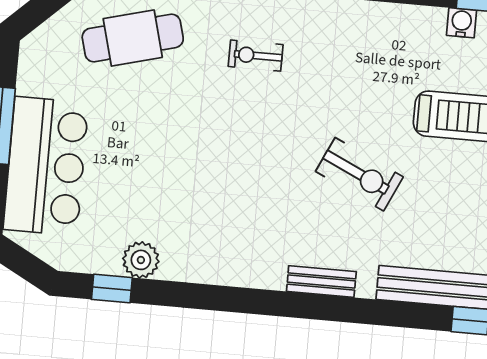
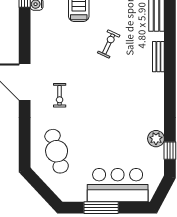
exercise bike: (359, 174) -> (109, 44), width x0.73, depth x0.72

